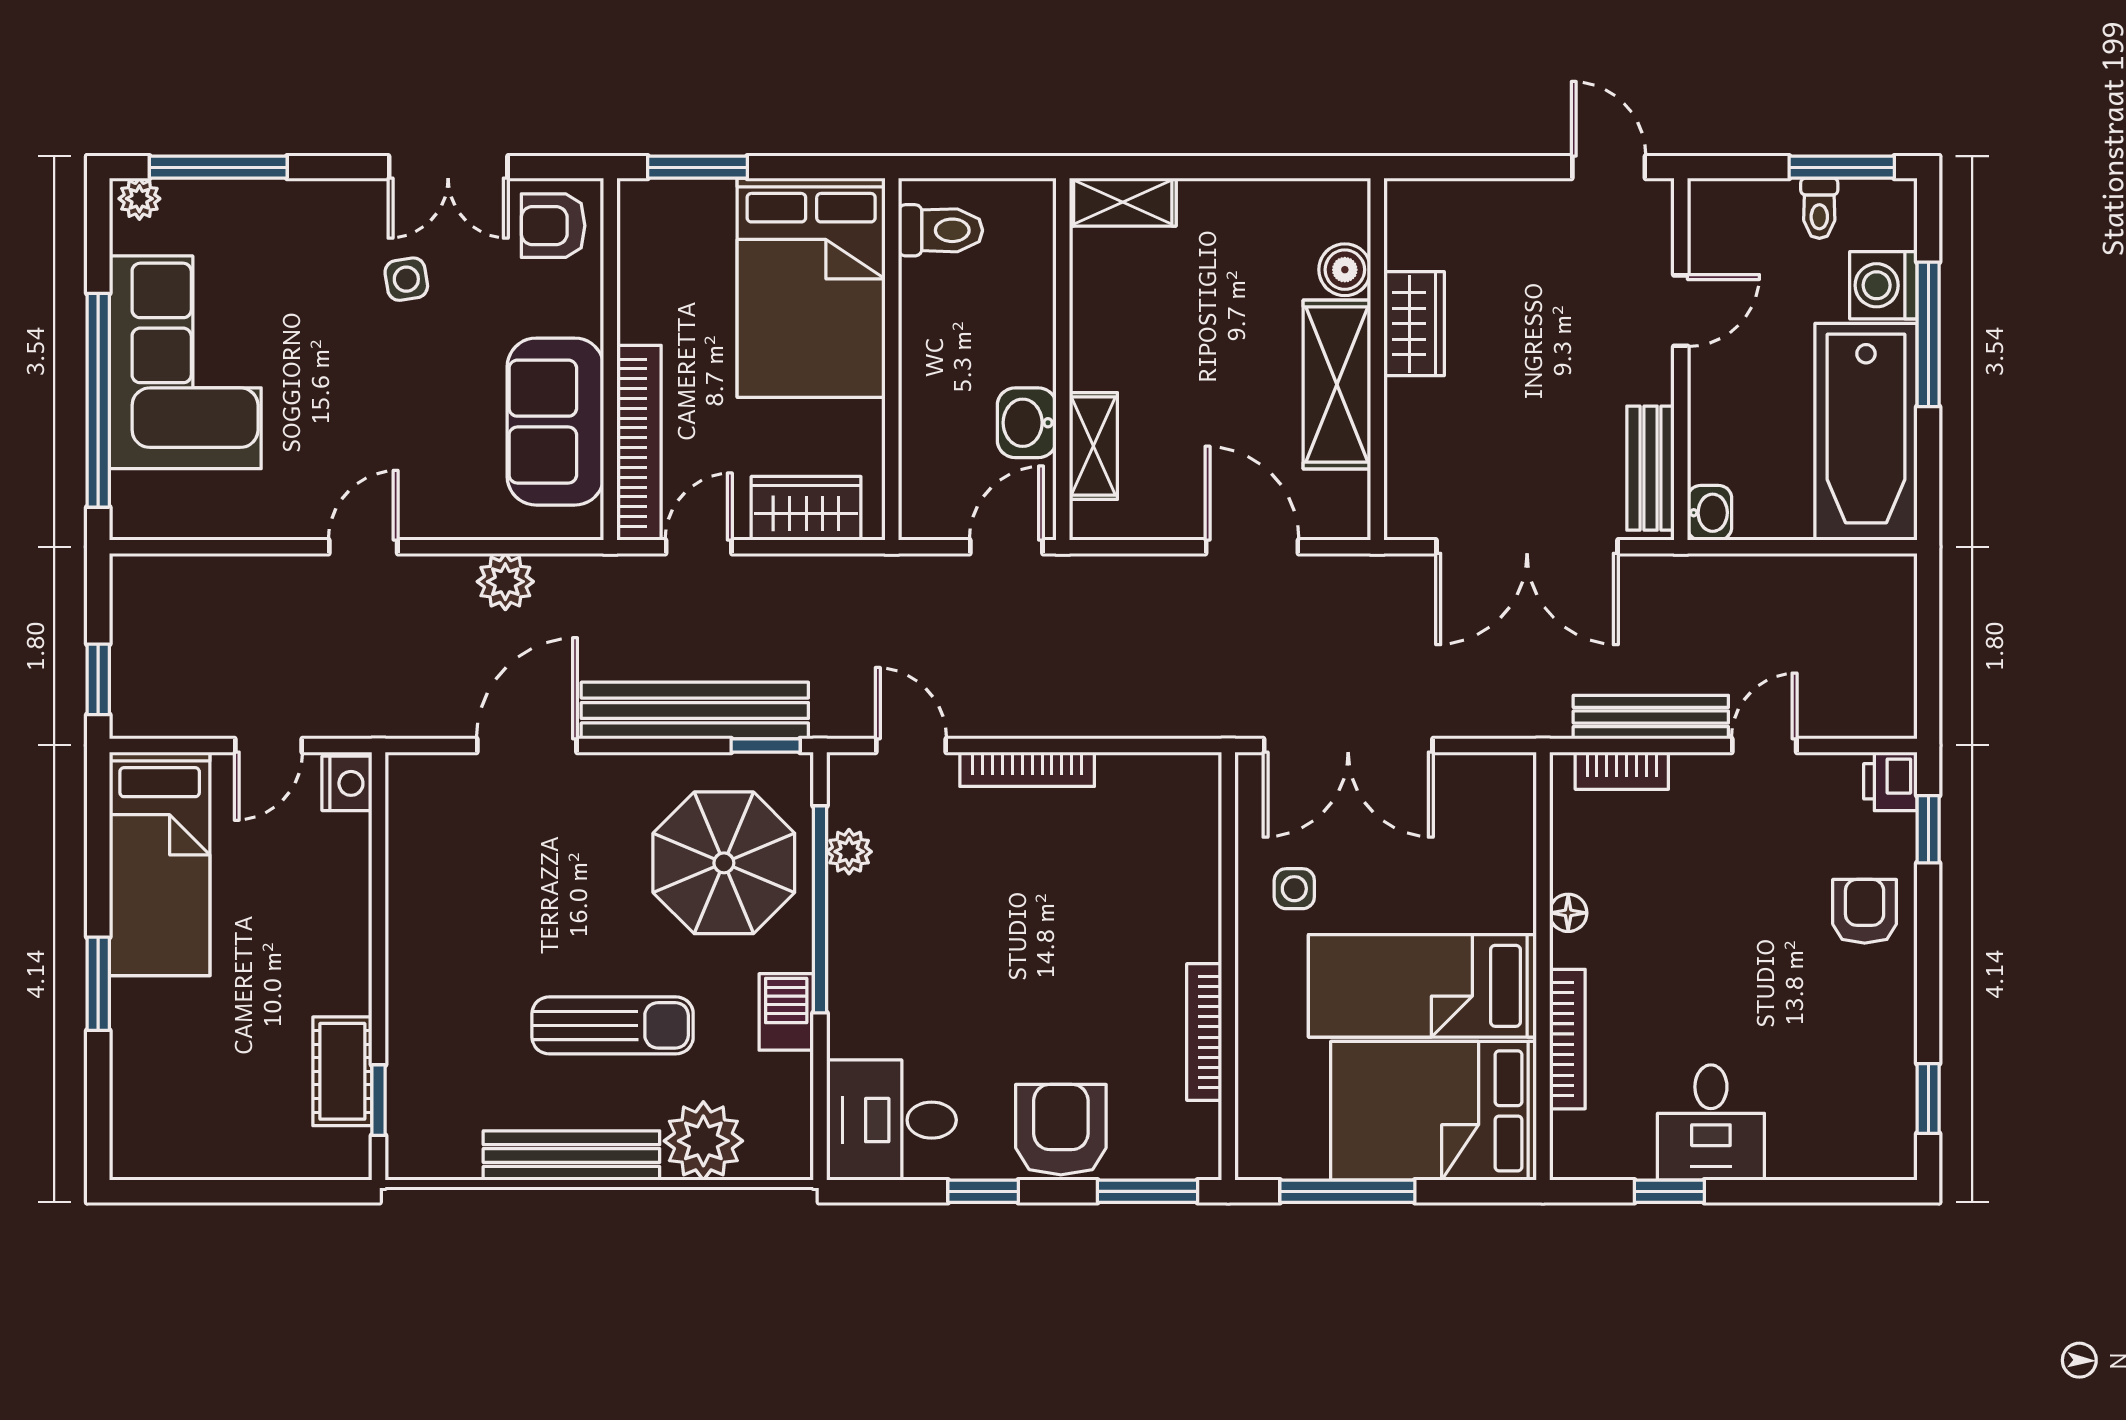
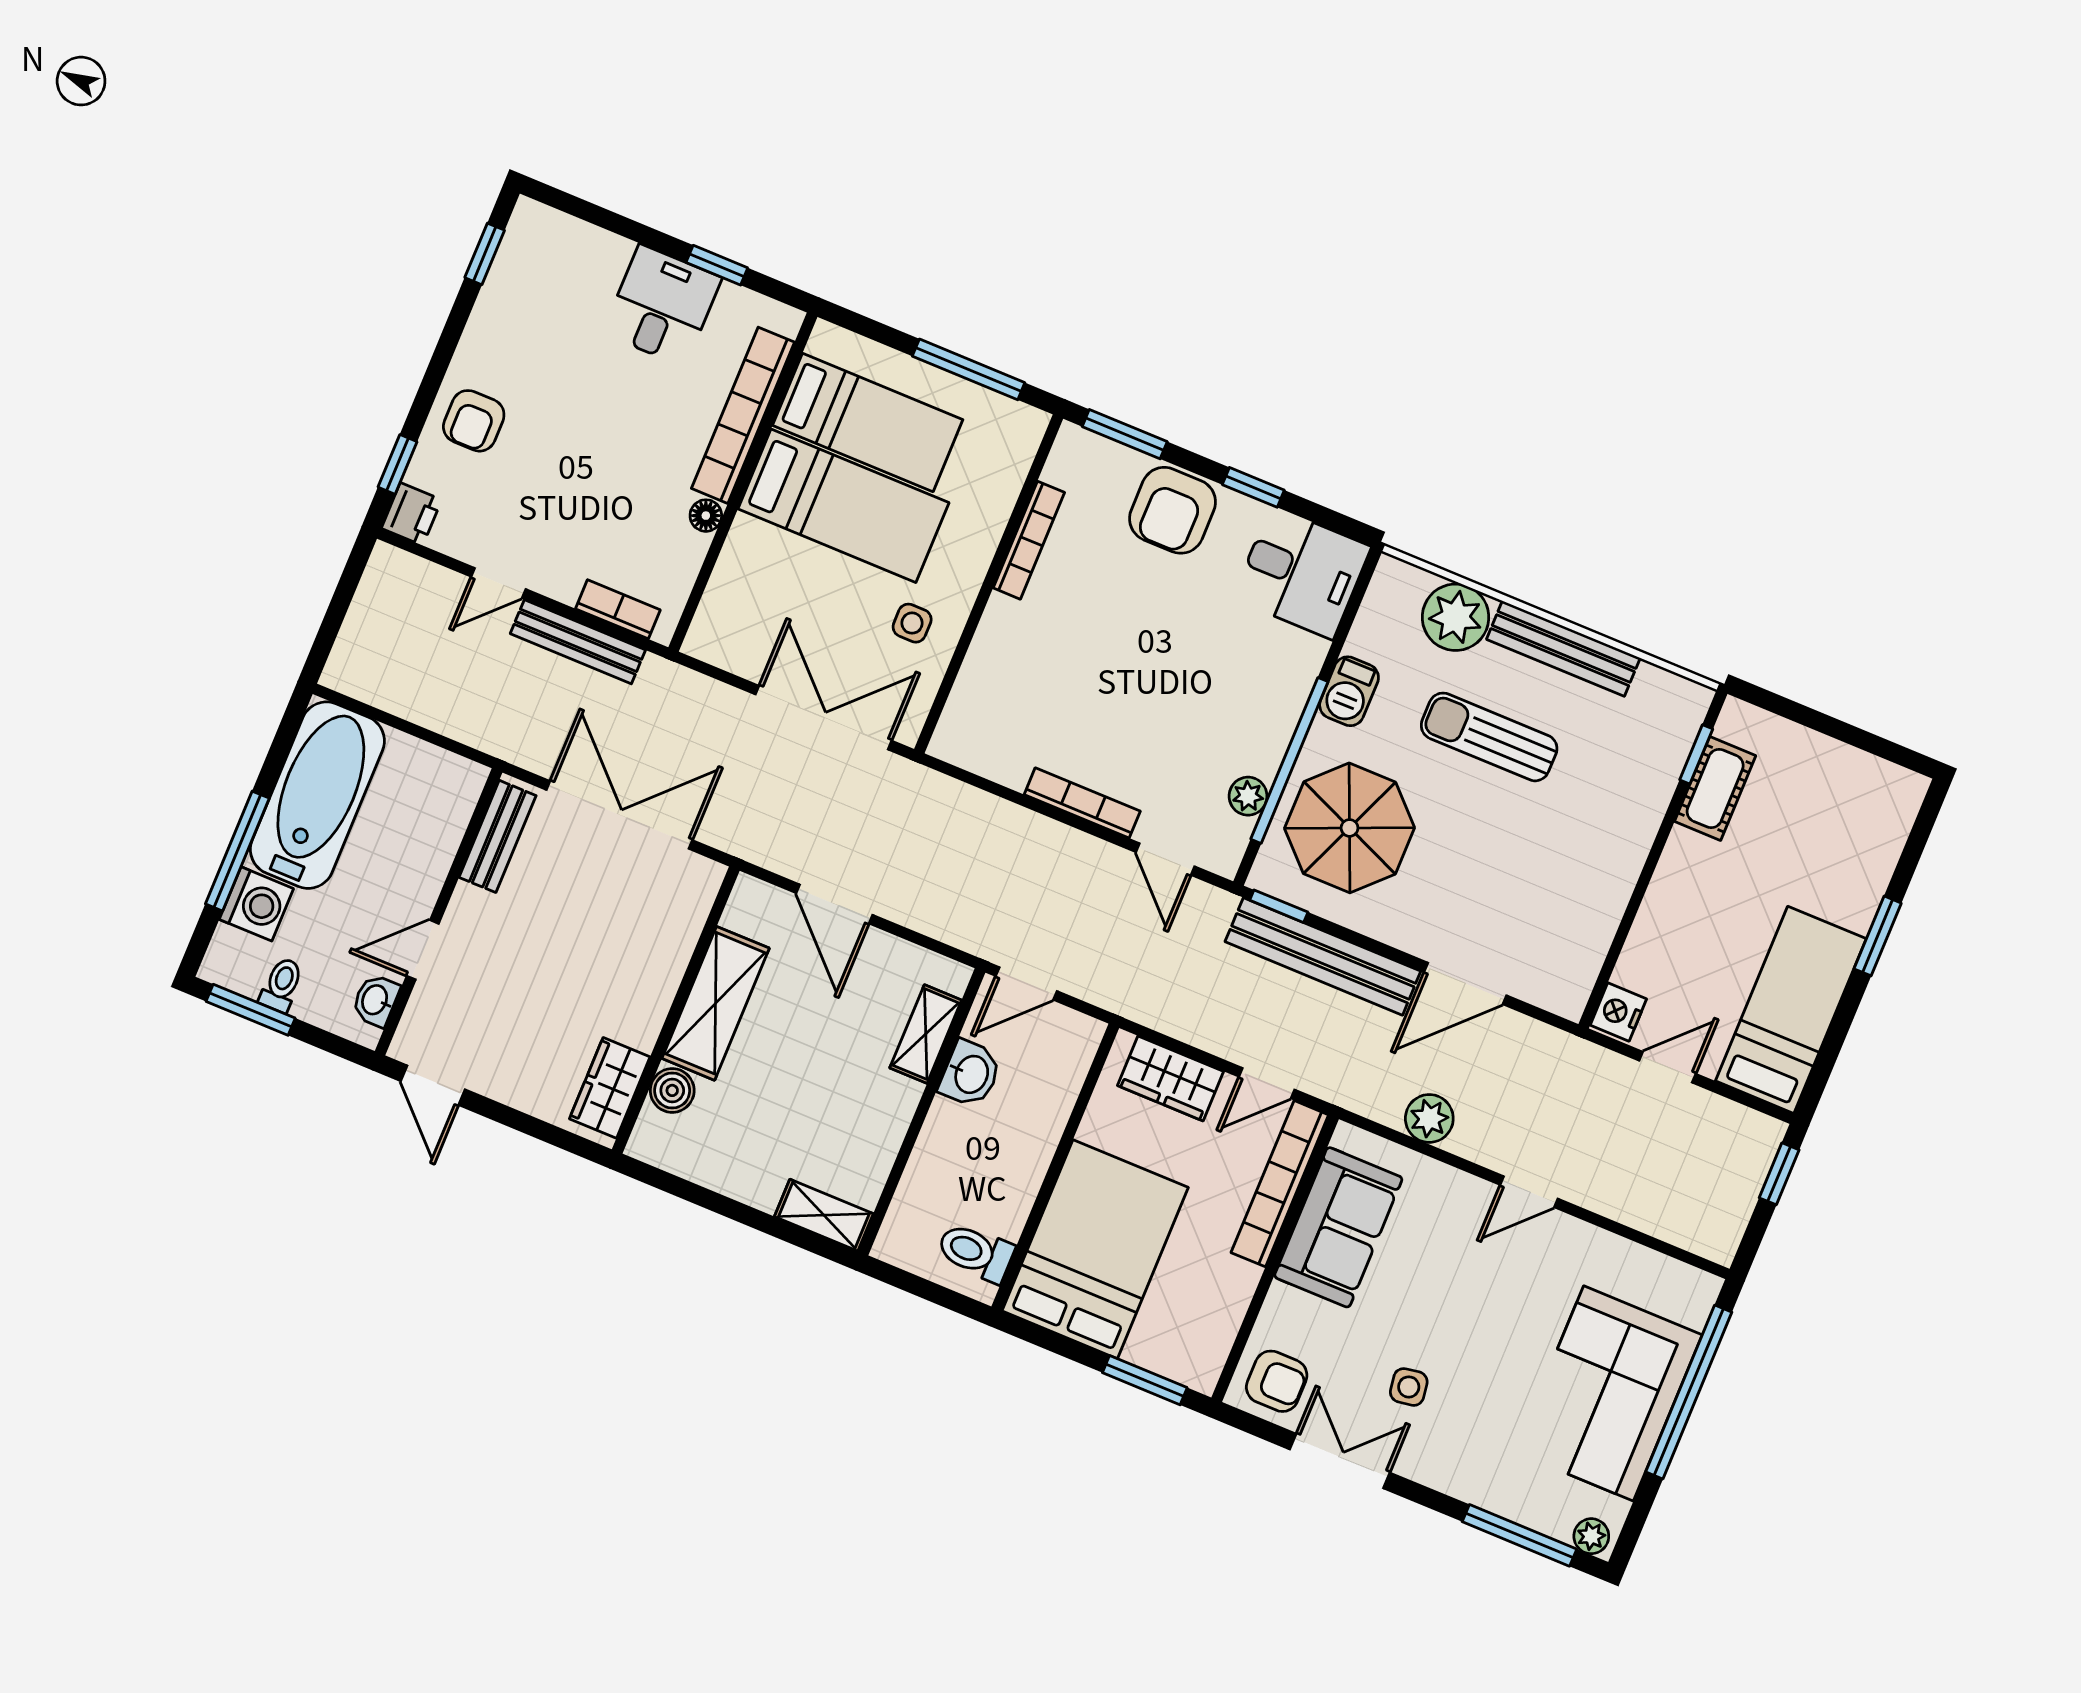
wardrobe: (1414, 324) -> (610, 1088), moved
washbasin: (1710, 513) -> (376, 1000), moved
bookcase: (1567, 1039) -> (743, 415), width x1.48, depth x1.31
bed: (1433, 1111) -> (868, 422), width x0.67

